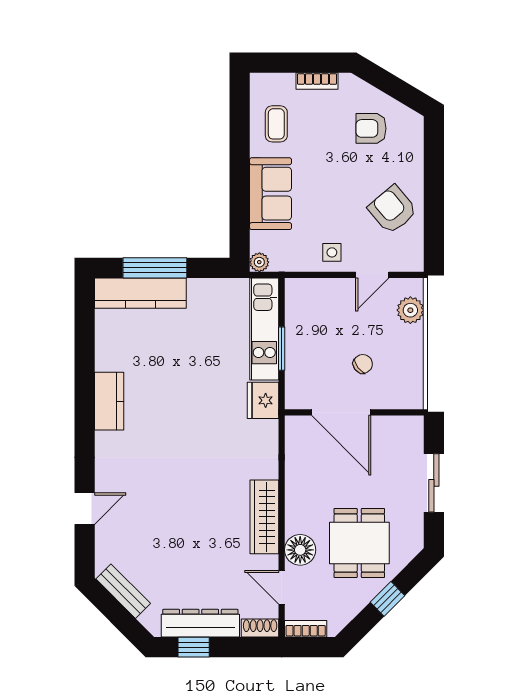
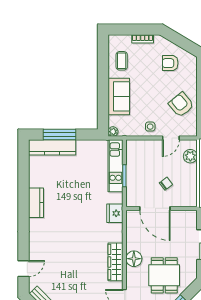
fridge: (263, 400) -> (115, 213), moved
door: (85, 509) -> (24, 269), moved
floor lamp: (300, 550) -> (134, 259), moved

